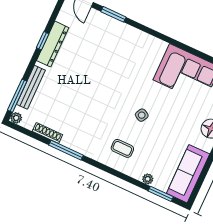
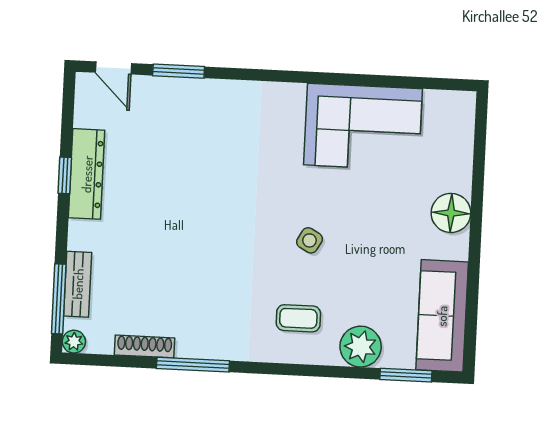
bench: (31, 87) -> (78, 284), width x0.73
plant: (148, 179) -> (361, 347), width x1.87, depth x1.87

